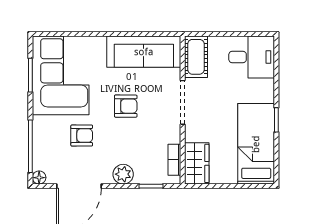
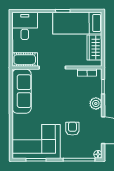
armchair: (126, 106) -> (55, 102), removed
wardrobe: (197, 163) -> (94, 48), moved, turned -90

